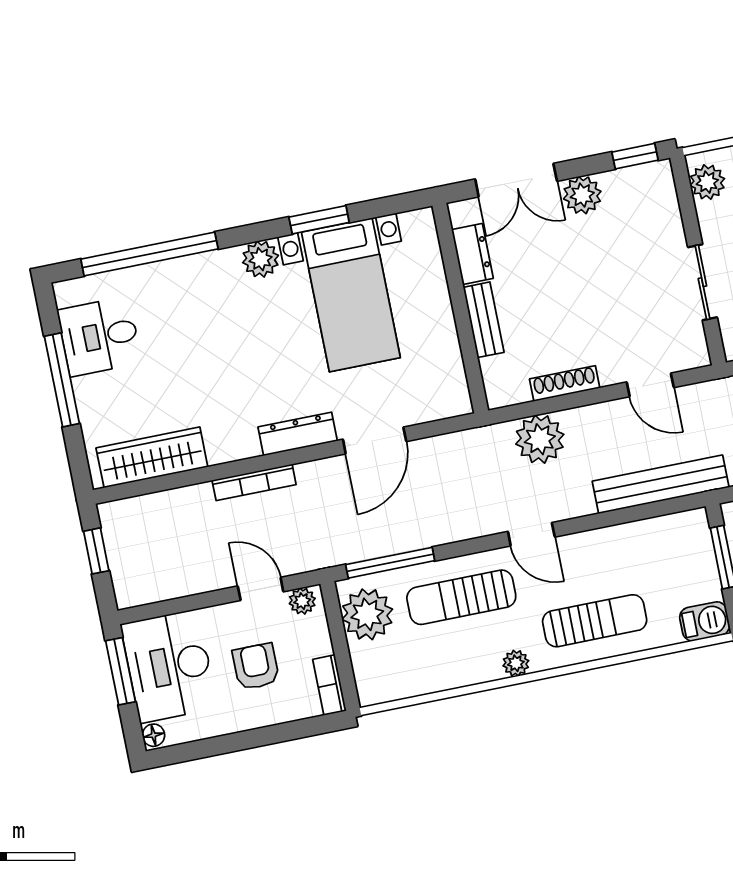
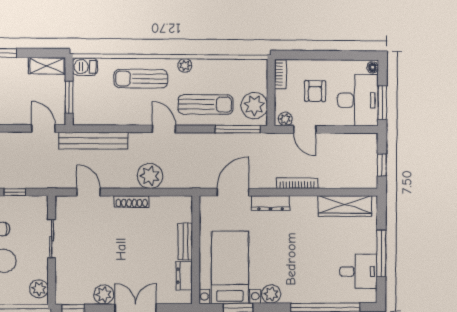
dresser: (472, 254) -> (184, 276), moved
wall: (460, 308) -> (196, 250), moved
bench: (484, 320) -> (185, 242), moved

